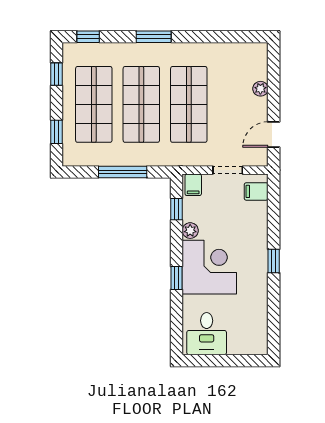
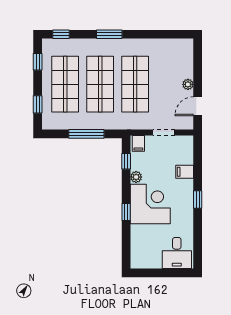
plant: (260, 89) -> (188, 84), moved
filing cabinet: (256, 191) -> (185, 172), moved
desk: (207, 334) -> (177, 253), moved

